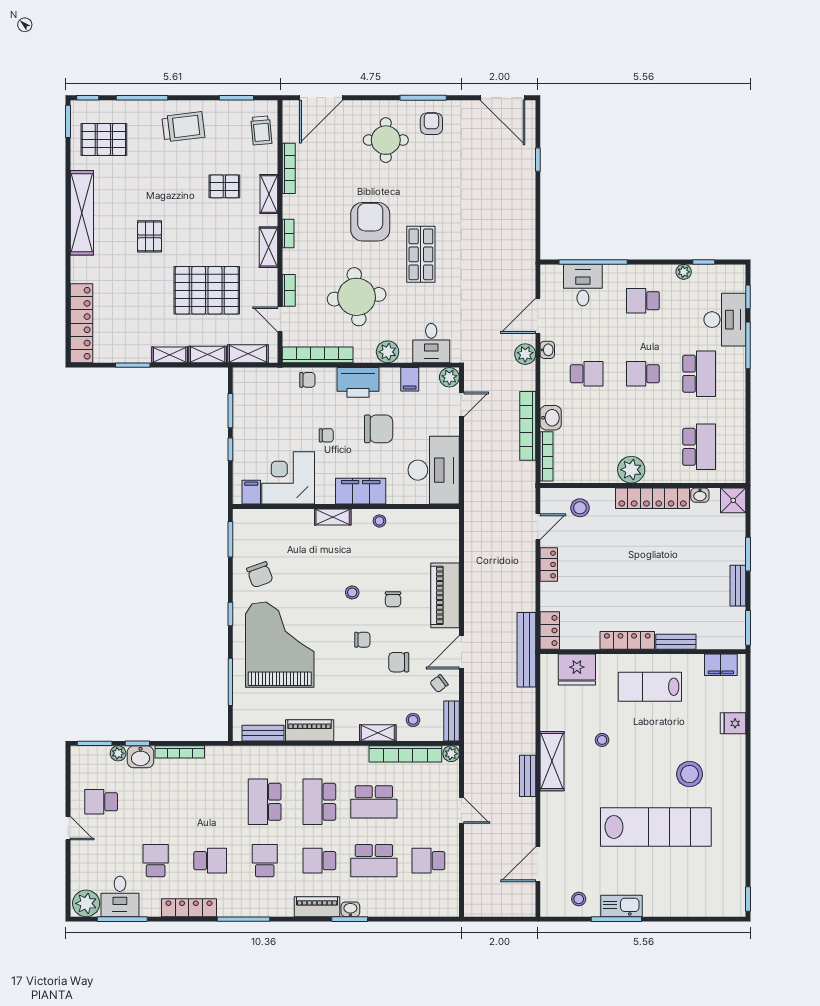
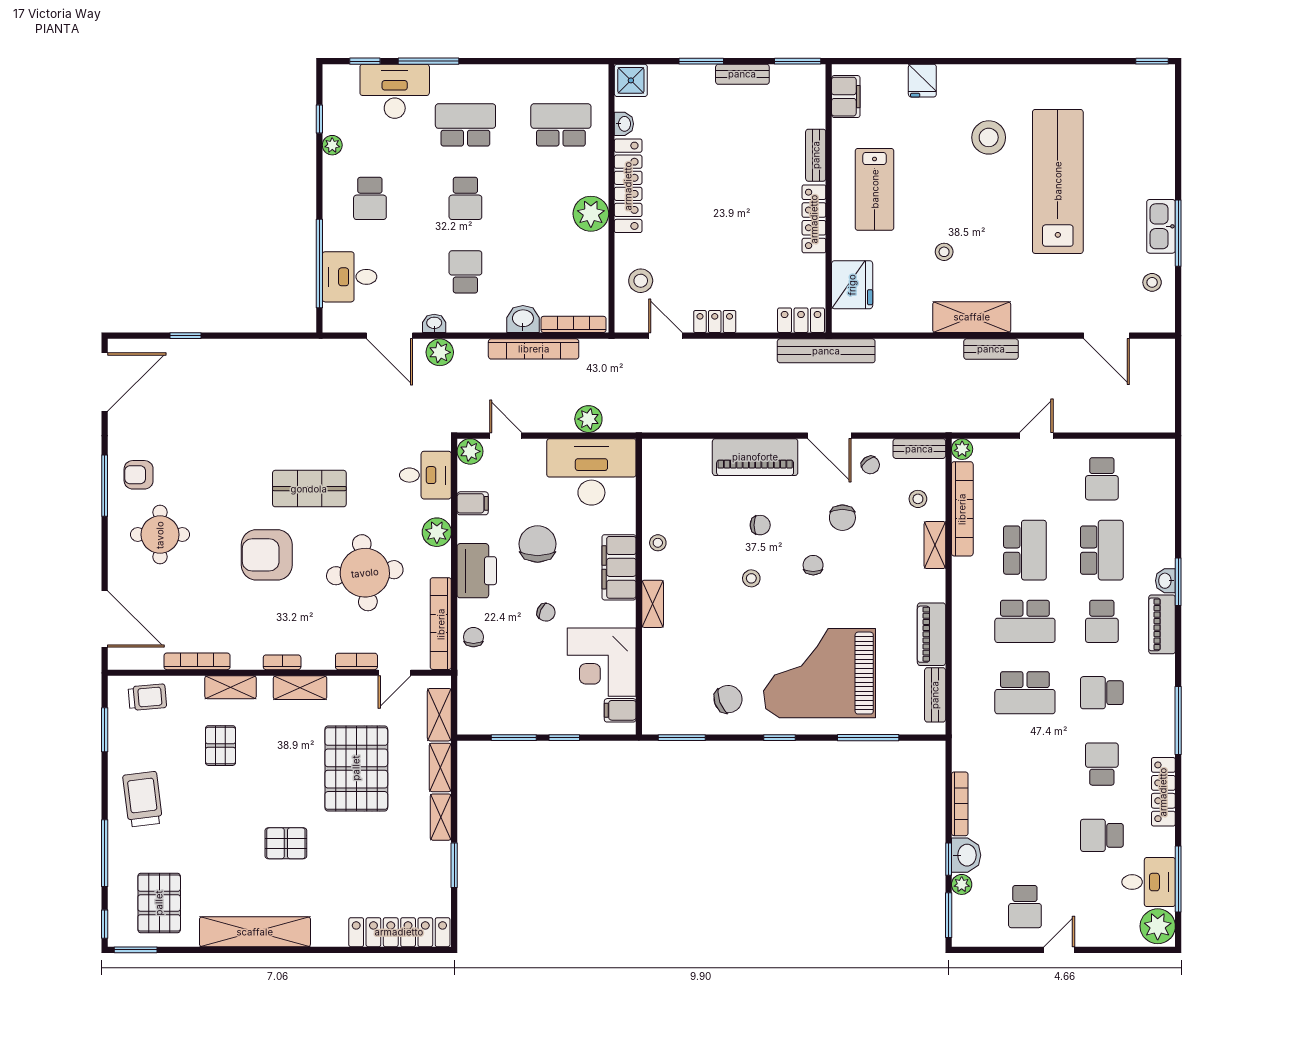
chair: (326, 435) -> (546, 612), turned 114
plant: (474, 468) -> (588, 419), added

